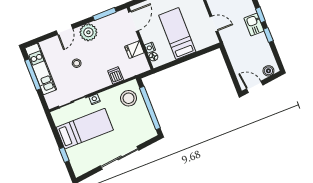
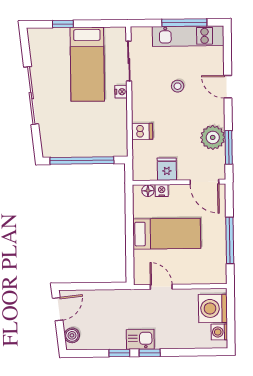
door: (214, 24) -> (161, 287), swing flipped
plant: (88, 32) -> (213, 137), moved
stool: (129, 98) -> (106, 137), removed

